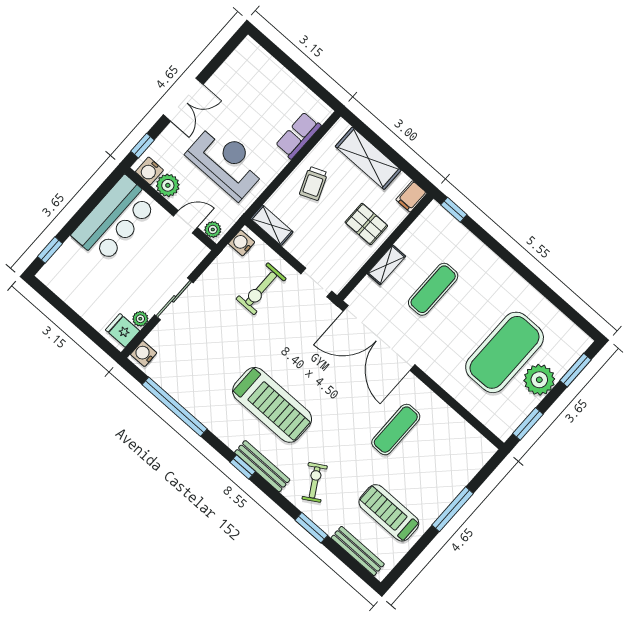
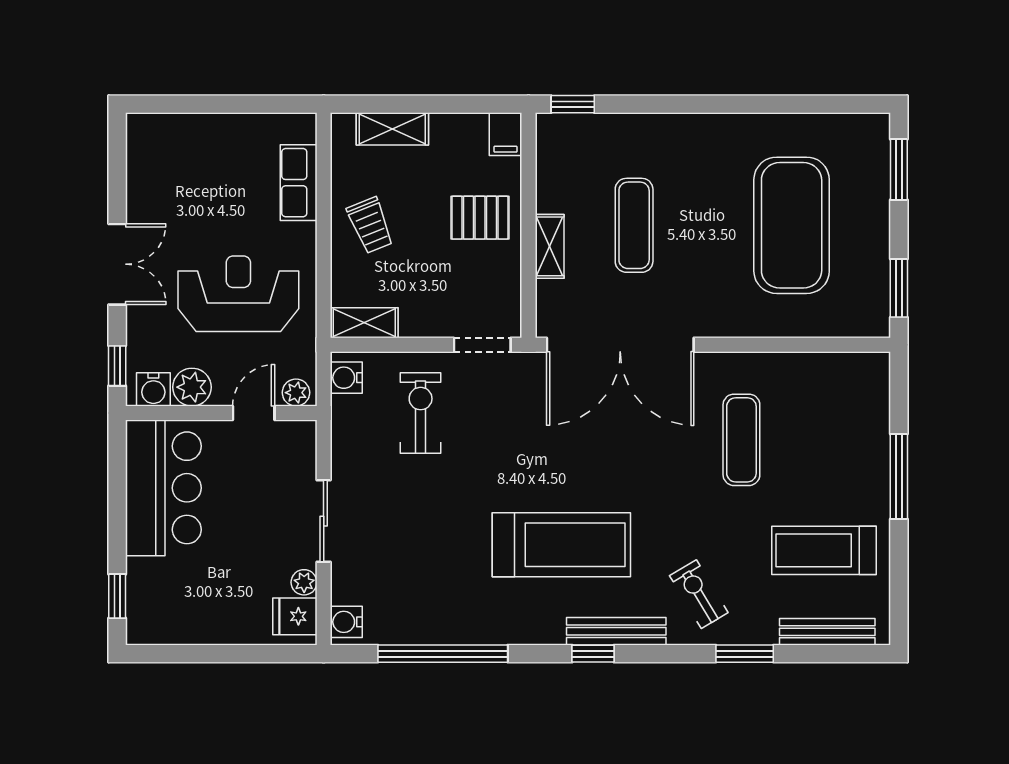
shelving: (368, 158) -> (392, 129), width x0.67, depth x0.75
exercise bike: (261, 289) -> (421, 413), turned 180
plant: (539, 380) -> (865, 221), removed

